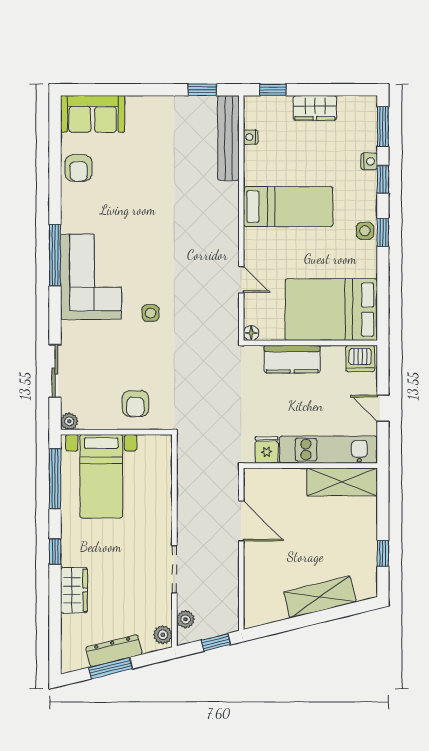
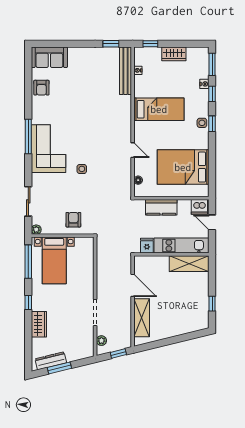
wall: (310, 343) -> (171, 198), moved
dishwasher: (360, 358) -> (199, 207), moved
kitchen counter: (292, 359) -> (161, 207), moved
armchair: (135, 404) -> (73, 220), turned 180
shelving: (320, 597) -> (142, 318), moved, turned -76
plant: (163, 635) -> (89, 349), removed
dresser: (114, 651) -> (51, 361), moved

